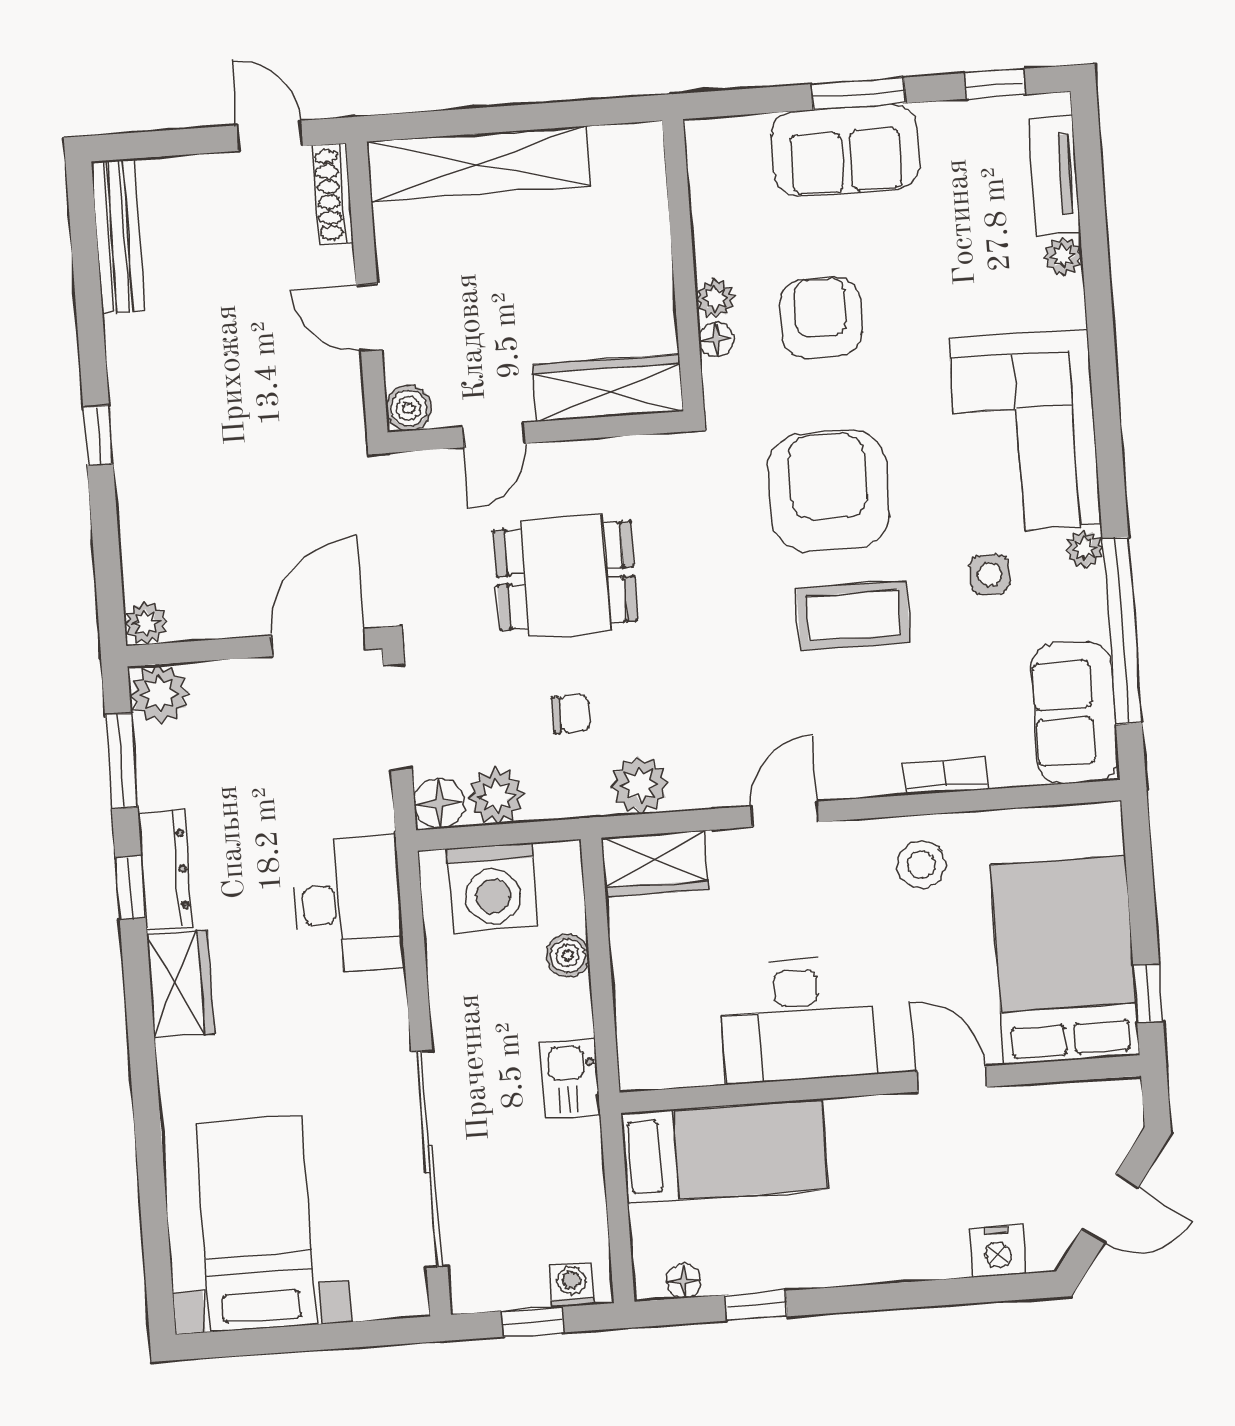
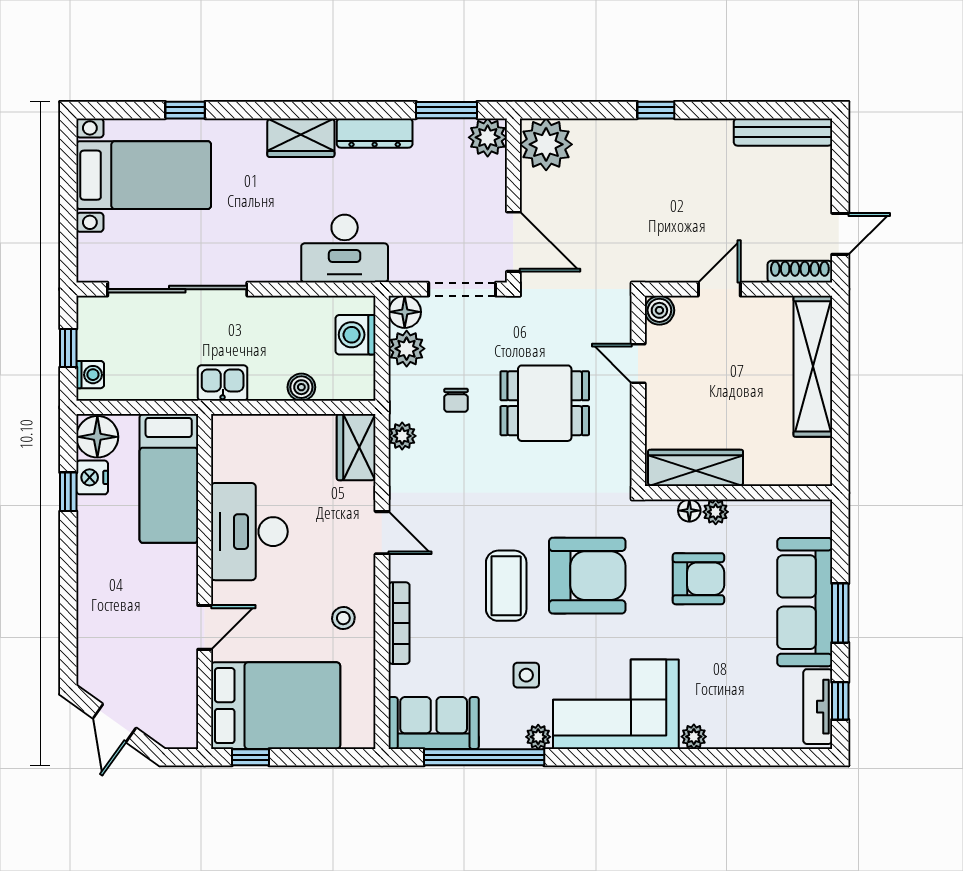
sofa: (845, 150) -> (805, 602), width x1.36
tv unit: (1054, 175) -> (818, 707), moved, turned -90
plant: (1063, 256) -> (694, 737), moved
wardrobe: (608, 388) -> (696, 468), moved, turned -90
dining table: (566, 576) -> (545, 403), turned 90
plant: (146, 623) -> (546, 144), width x1.88, depth x1.88
bookcase: (946, 776) -> (399, 623), width x1.56
plant: (640, 785) -> (402, 436), width x0.73, depth x0.73
stool: (922, 865) -> (343, 618), width x0.73, depth x0.73
window: (130, 888) -> (185, 110), moved
washing machine: (493, 888) -> (356, 335), width x0.73, depth x0.73
nightstand: (998, 1251) -> (92, 477), moved
floor lamp: (684, 1281) -> (97, 437), width x1.89, depth x1.89

